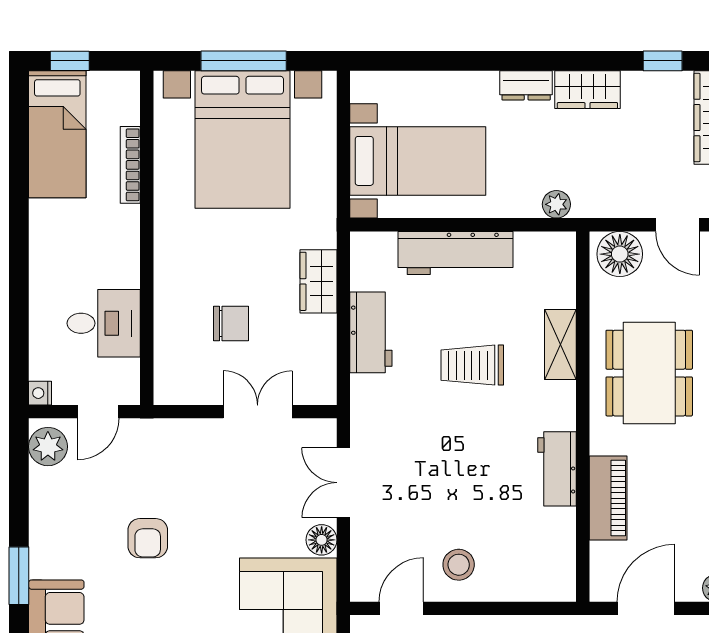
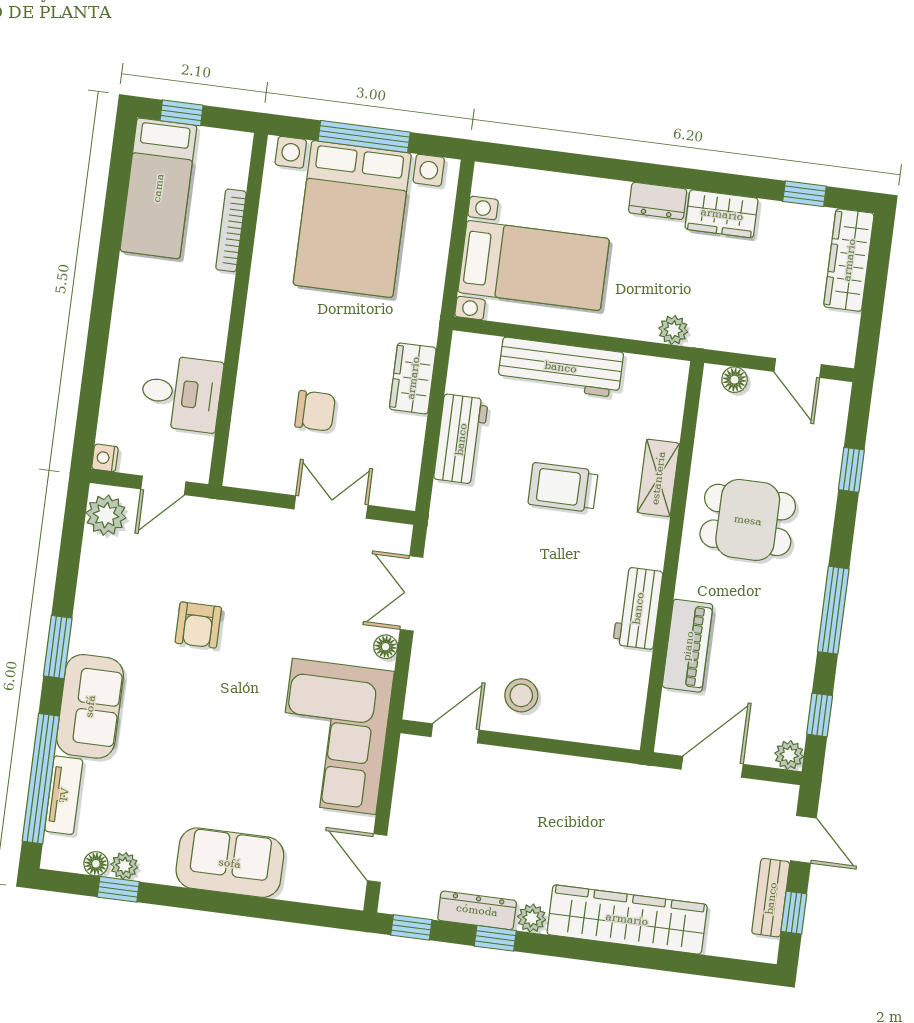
floor lamp: (620, 254) -> (734, 380), width x0.53, depth x0.53
dining table: (649, 373) -> (748, 520), width x0.73
floor lamp: (322, 540) -> (386, 647), width x0.73, depth x0.73

